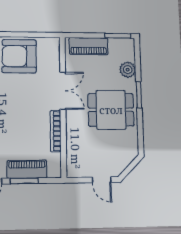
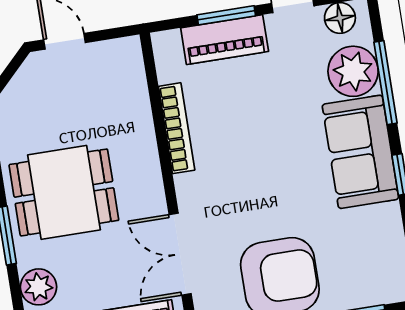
double door: (63, 91) -> (180, 254), moved

